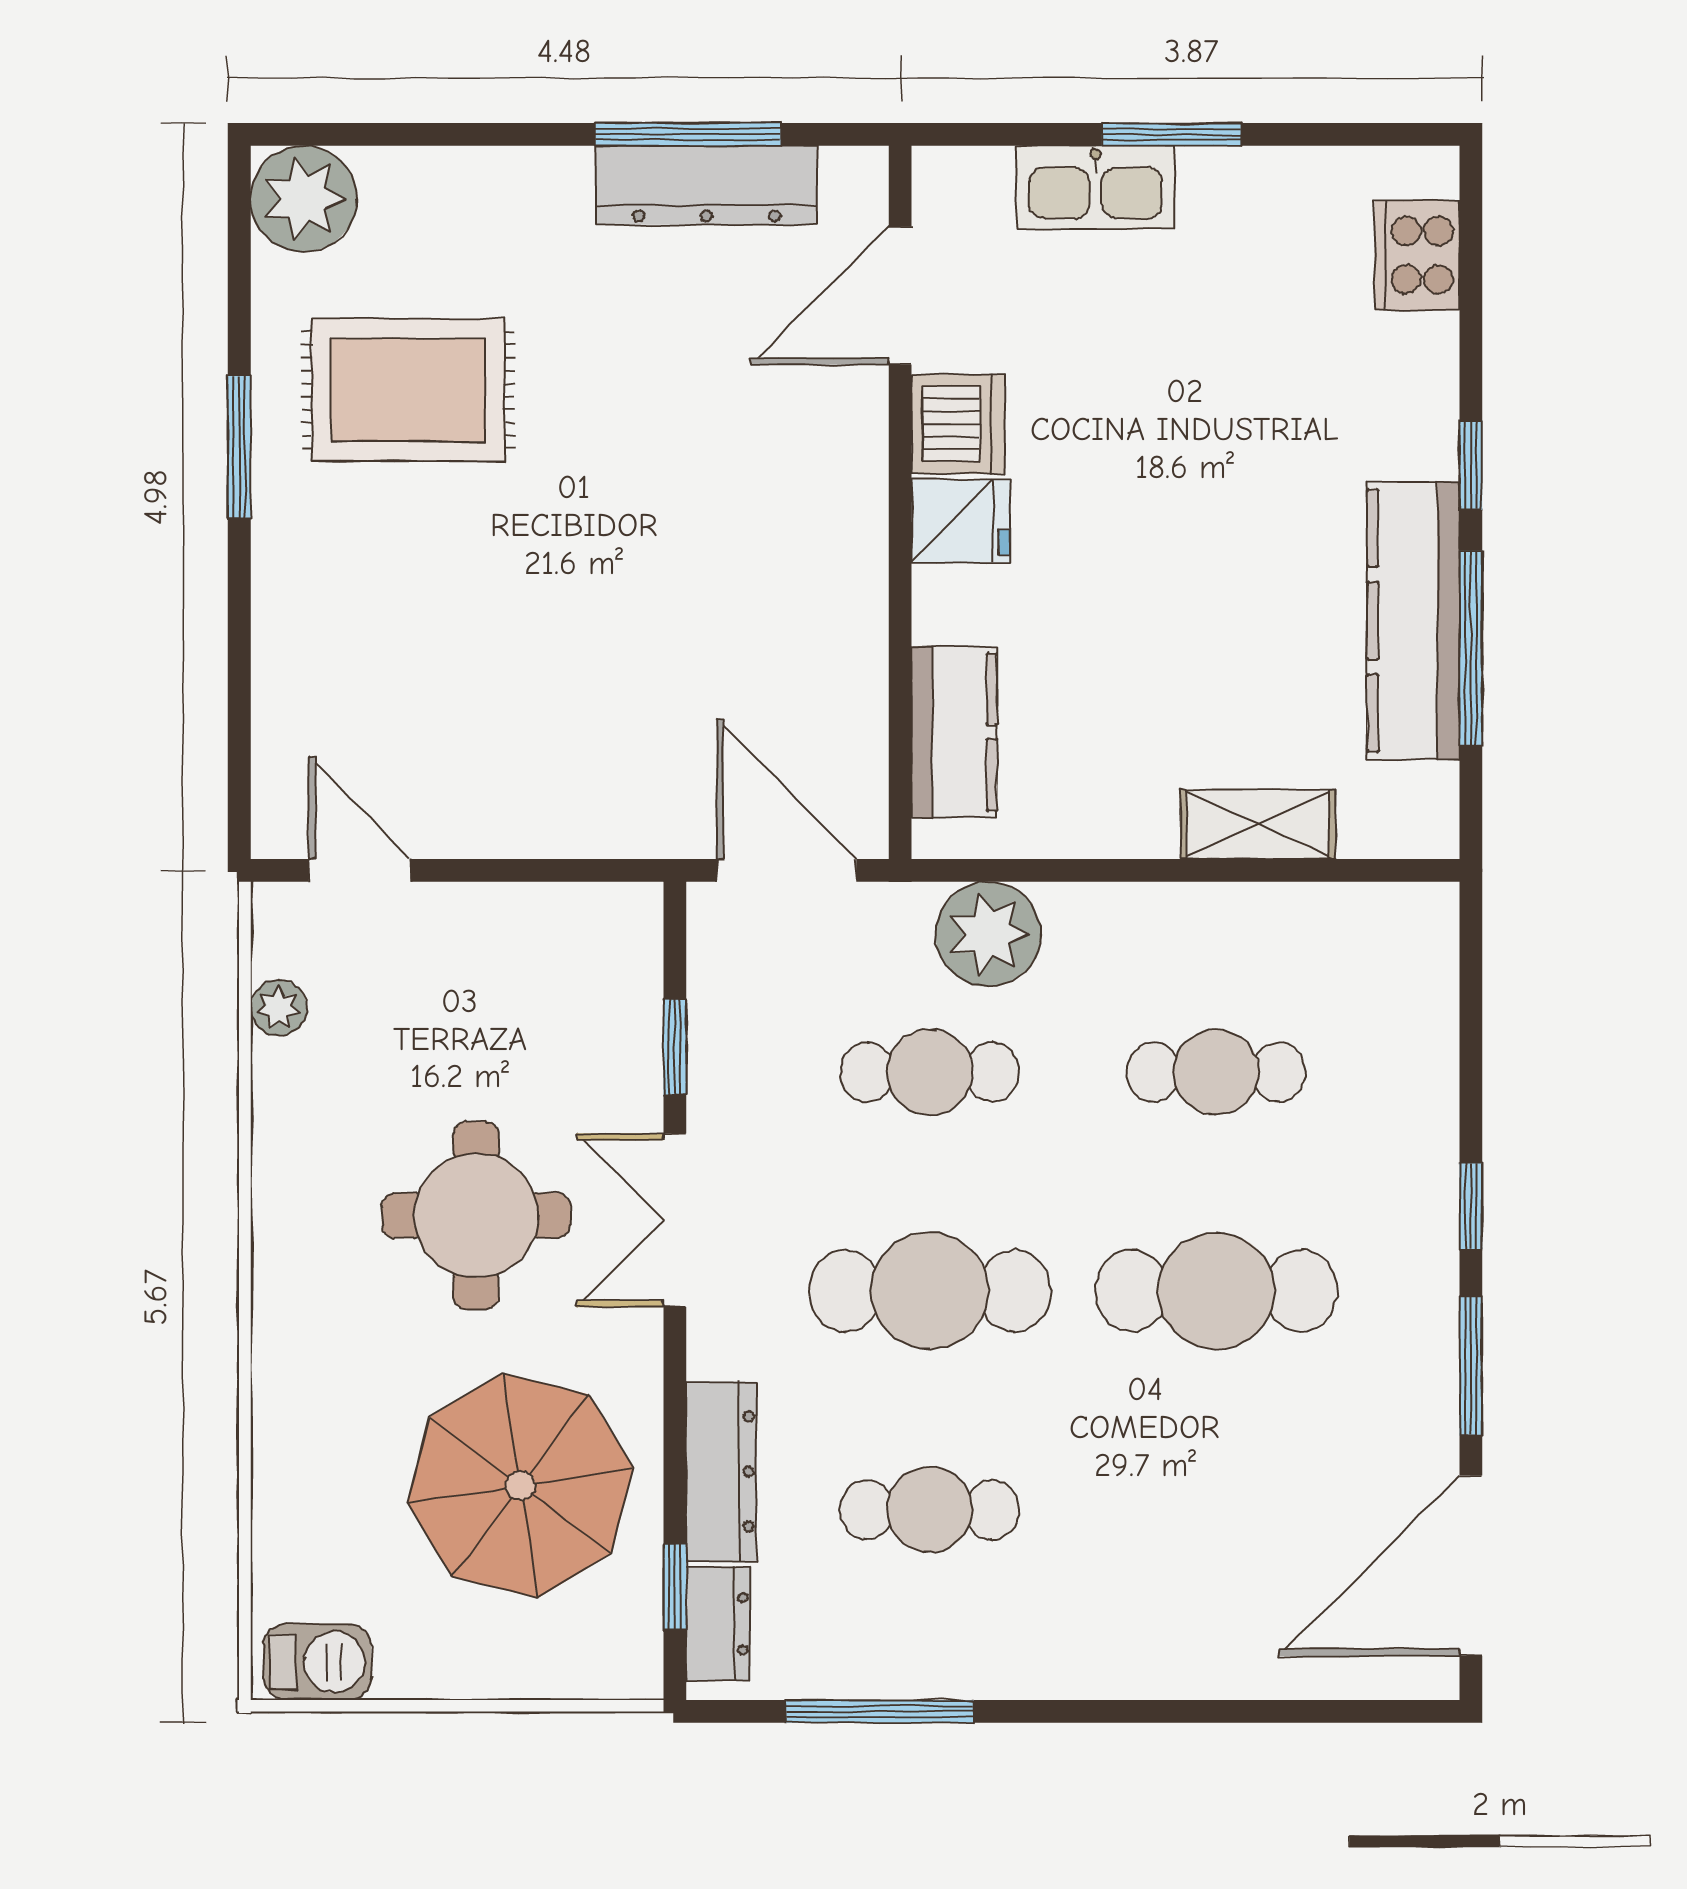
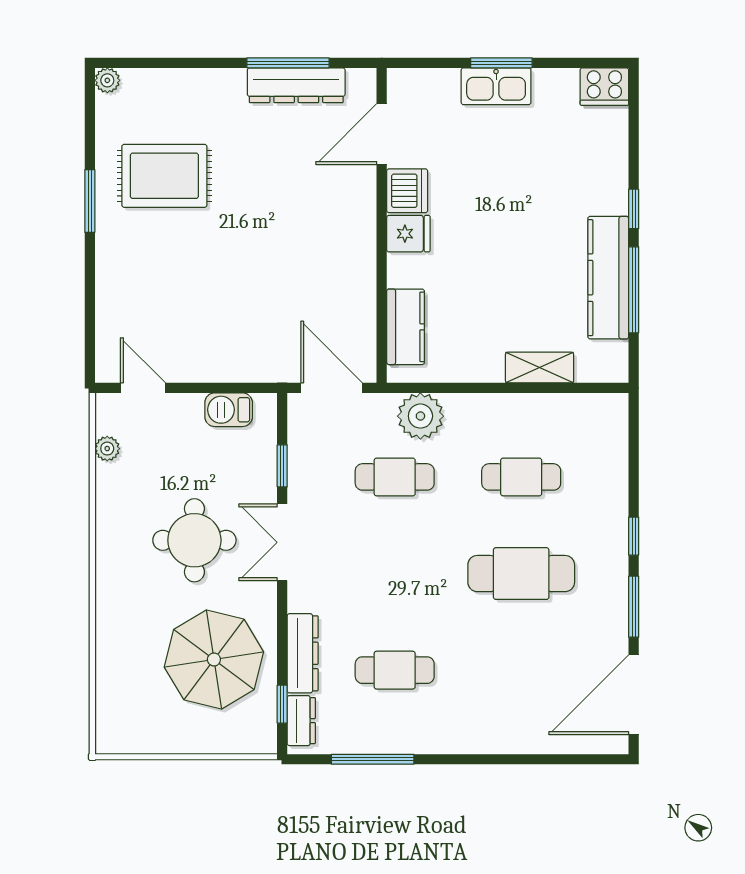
kitchen sink: (1096, 187) -> (496, 86), moved
plant: (304, 199) -> (107, 80), width x0.53, depth x0.53
cooker: (1417, 255) -> (604, 87), moved, turned -90
cafe table: (930, 1291) -> (395, 574), removed
barbecue: (317, 1662) -> (229, 410), moved, turned 180

